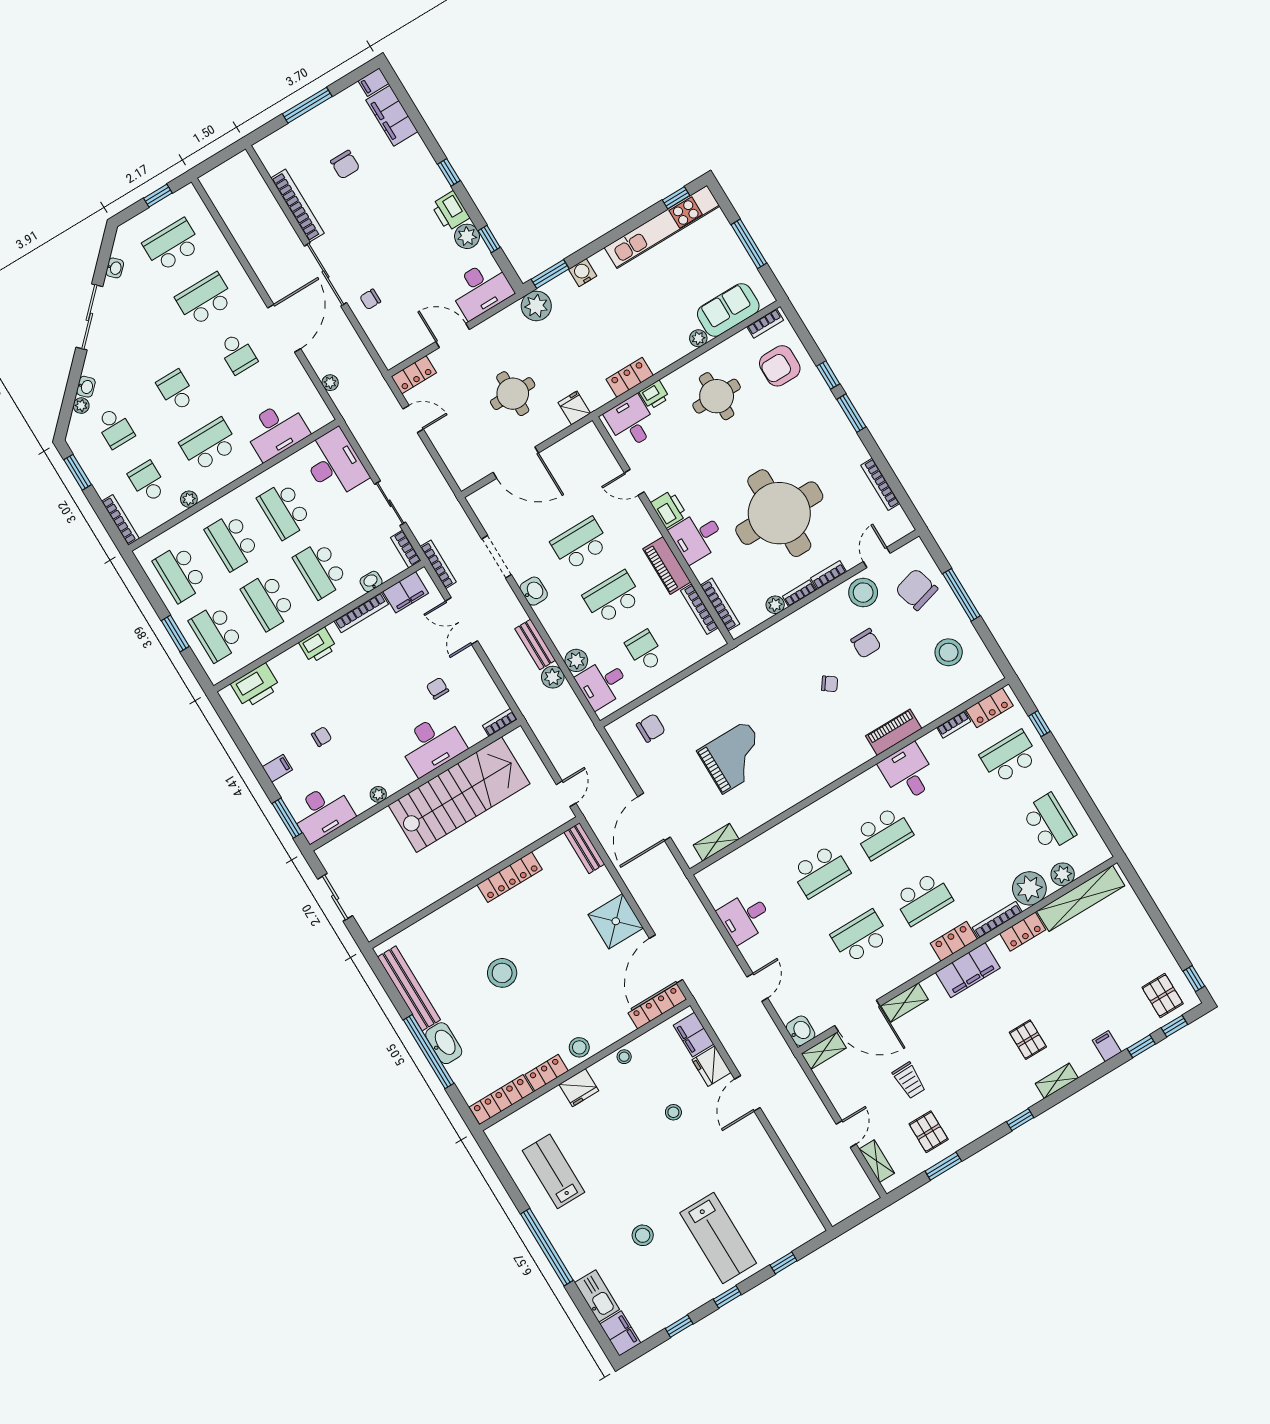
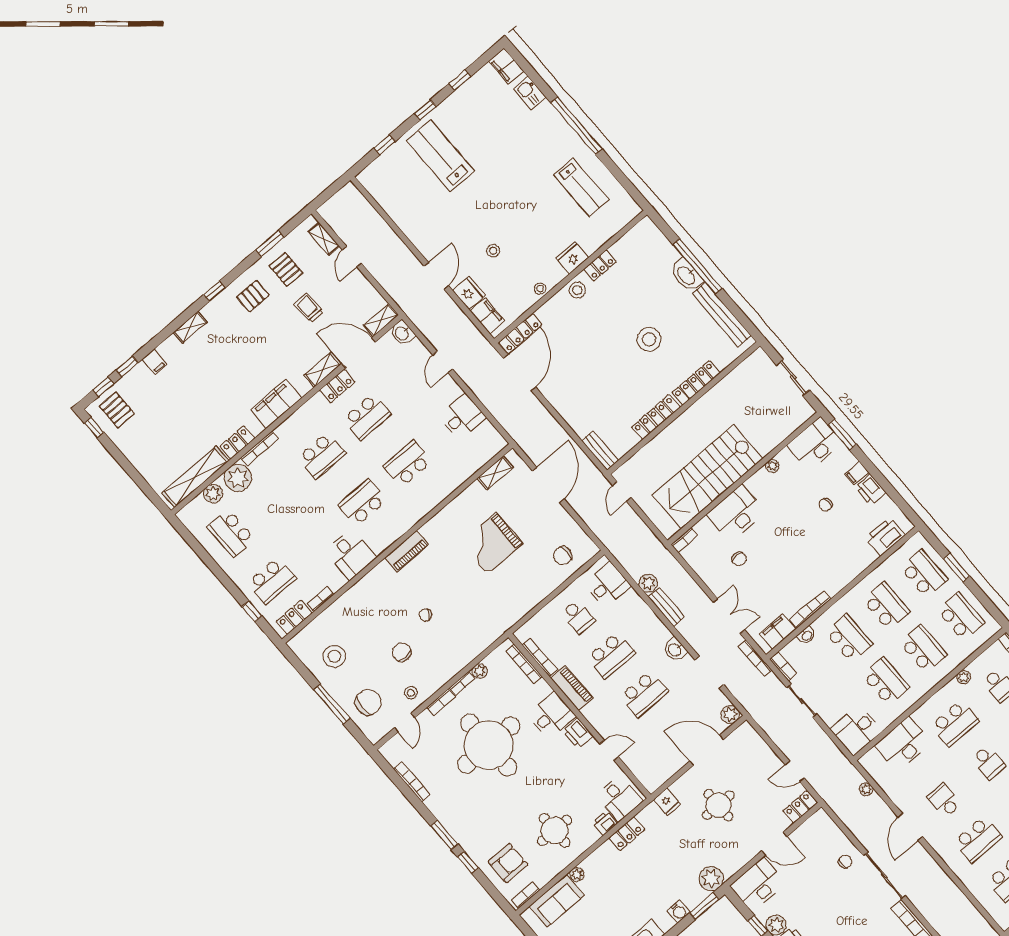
door: (284, 328) -> (910, 827), width x0.73
desk: (334, 464) -> (856, 730), width x0.73
chair: (917, 589) -> (368, 702), turned -74
stool: (863, 593) -> (411, 693), width x0.53, depth x0.53
printer: (318, 645) -> (870, 490), moved, turned -90
plant: (576, 660) -> (730, 714), moved
piano: (894, 732) -> (407, 551), moved
school desk: (923, 899) -> (322, 455), turned 180
shower: (616, 921) -> (565, 396), removed
locker: (954, 941) -> (337, 386), moved
pallet: (1028, 1040) -> (253, 296), moved, turned 90
locker: (501, 1100) -> (696, 383), moved, turned 180
stool: (643, 1235) -> (501, 148), removed
kitchen sink: (597, 1296) -> (530, 93), width x0.73

